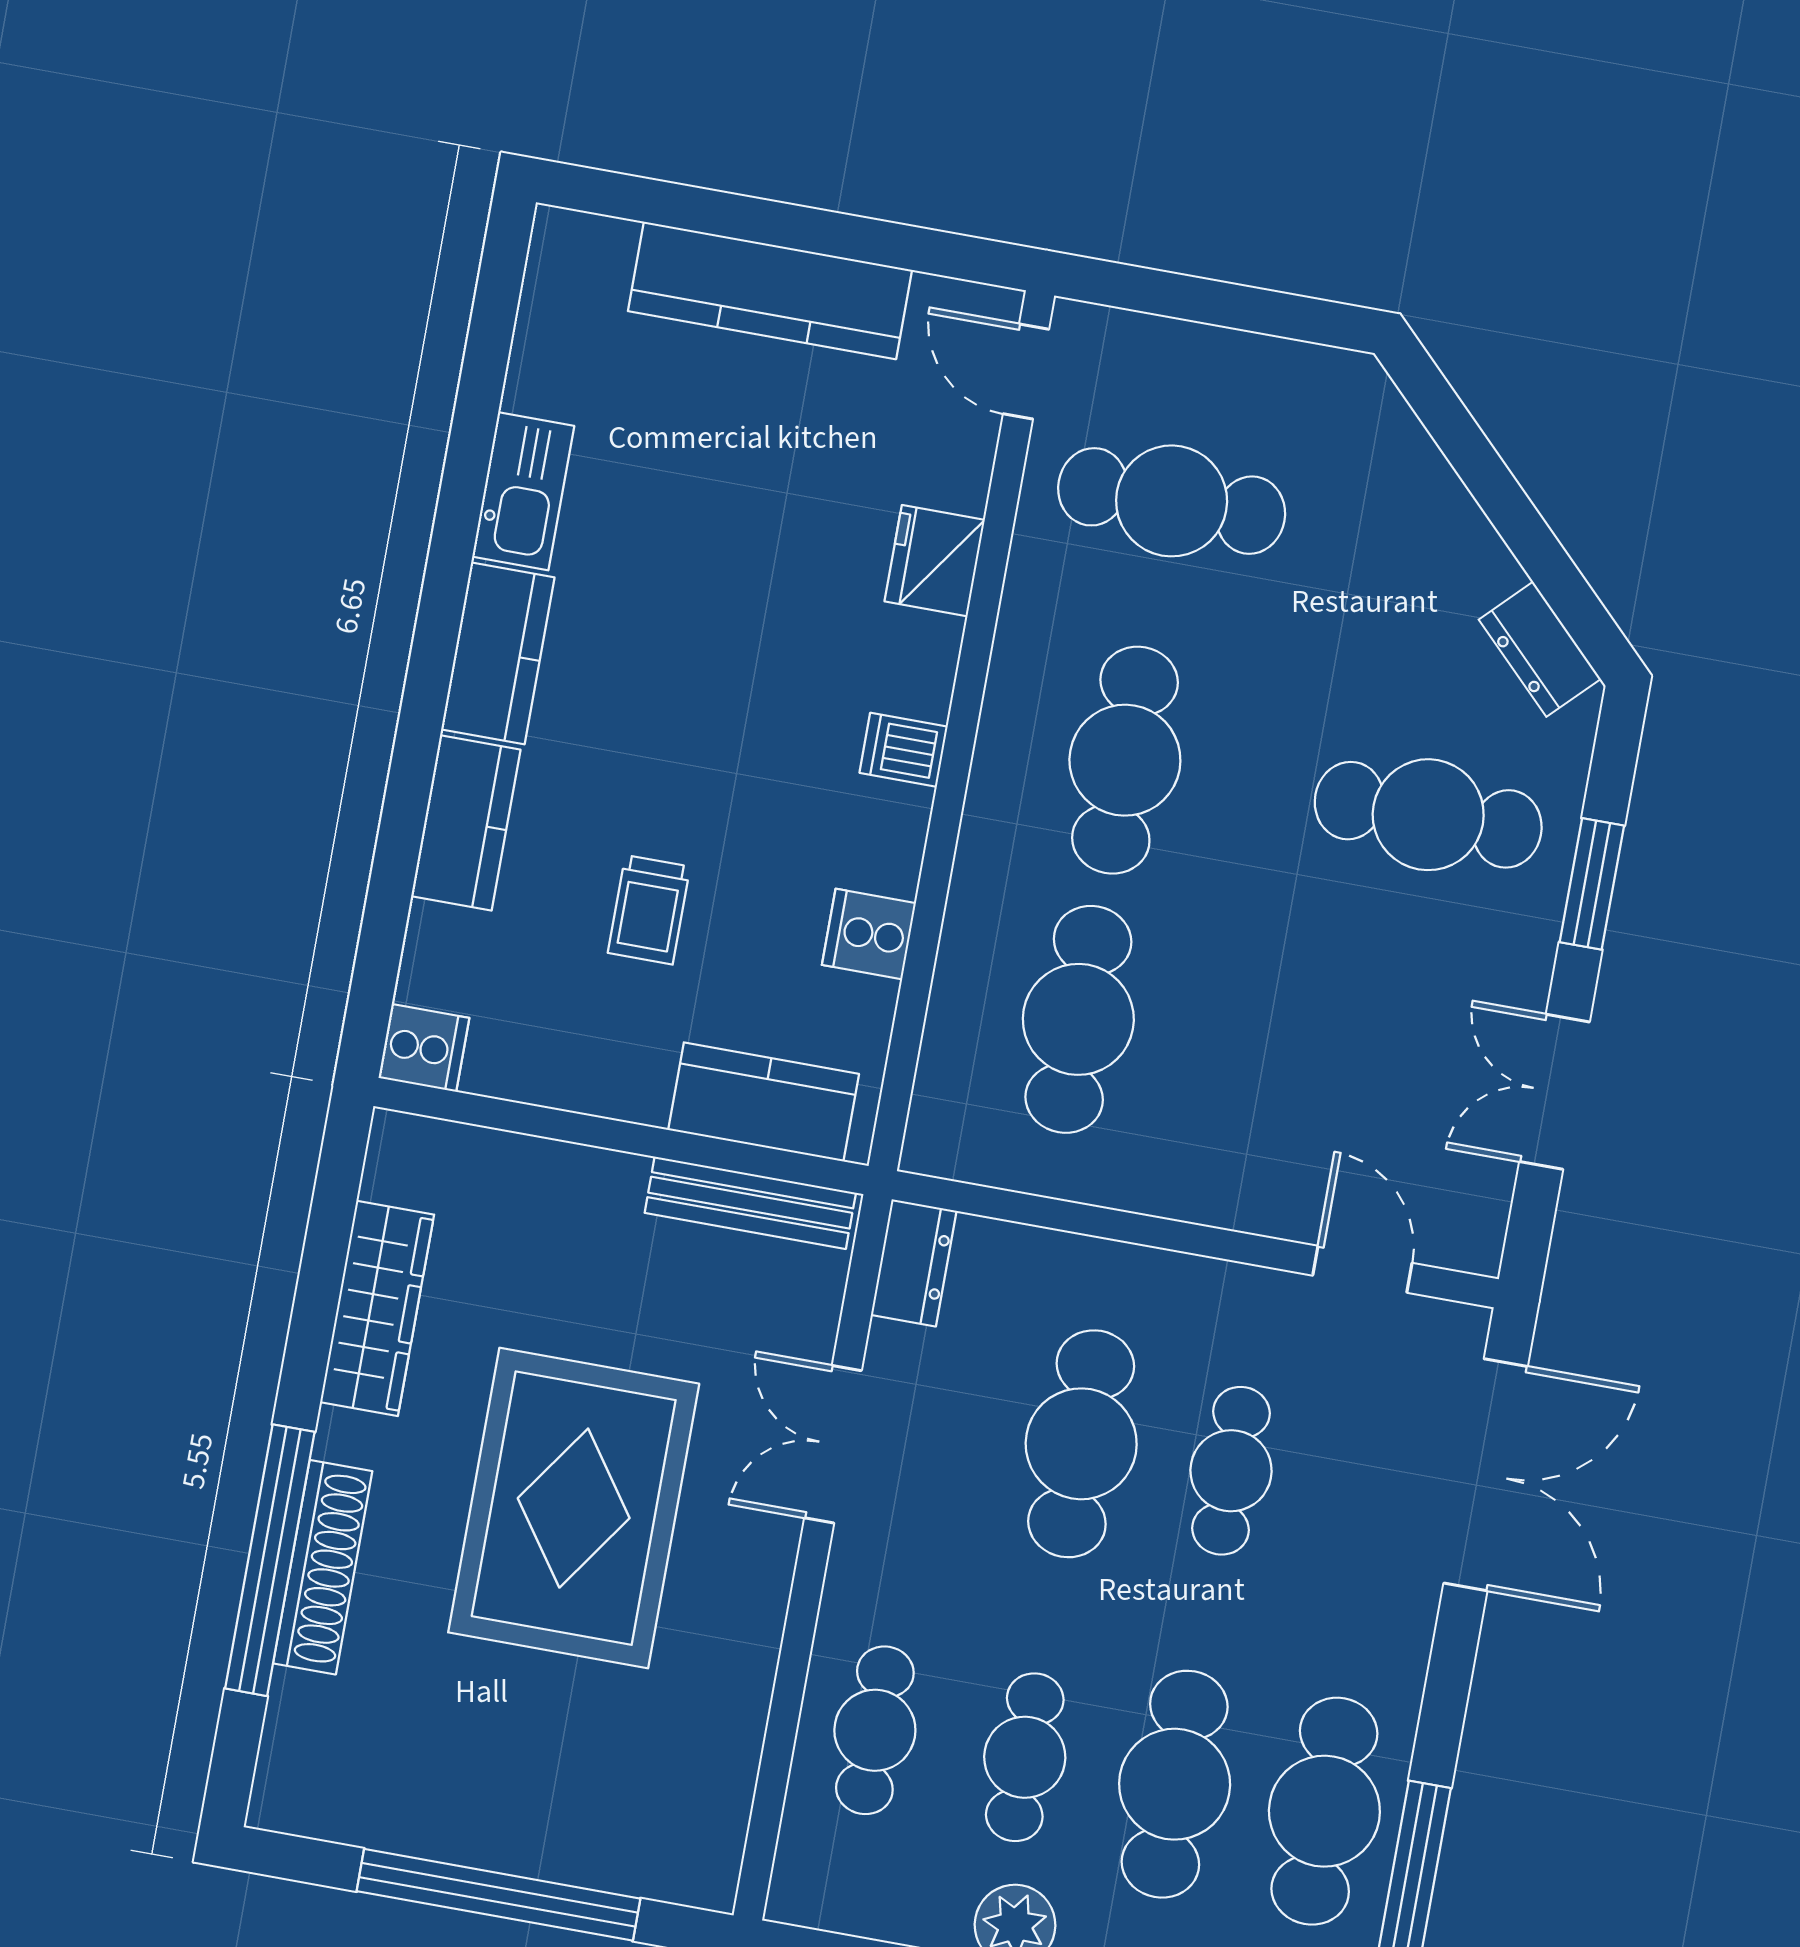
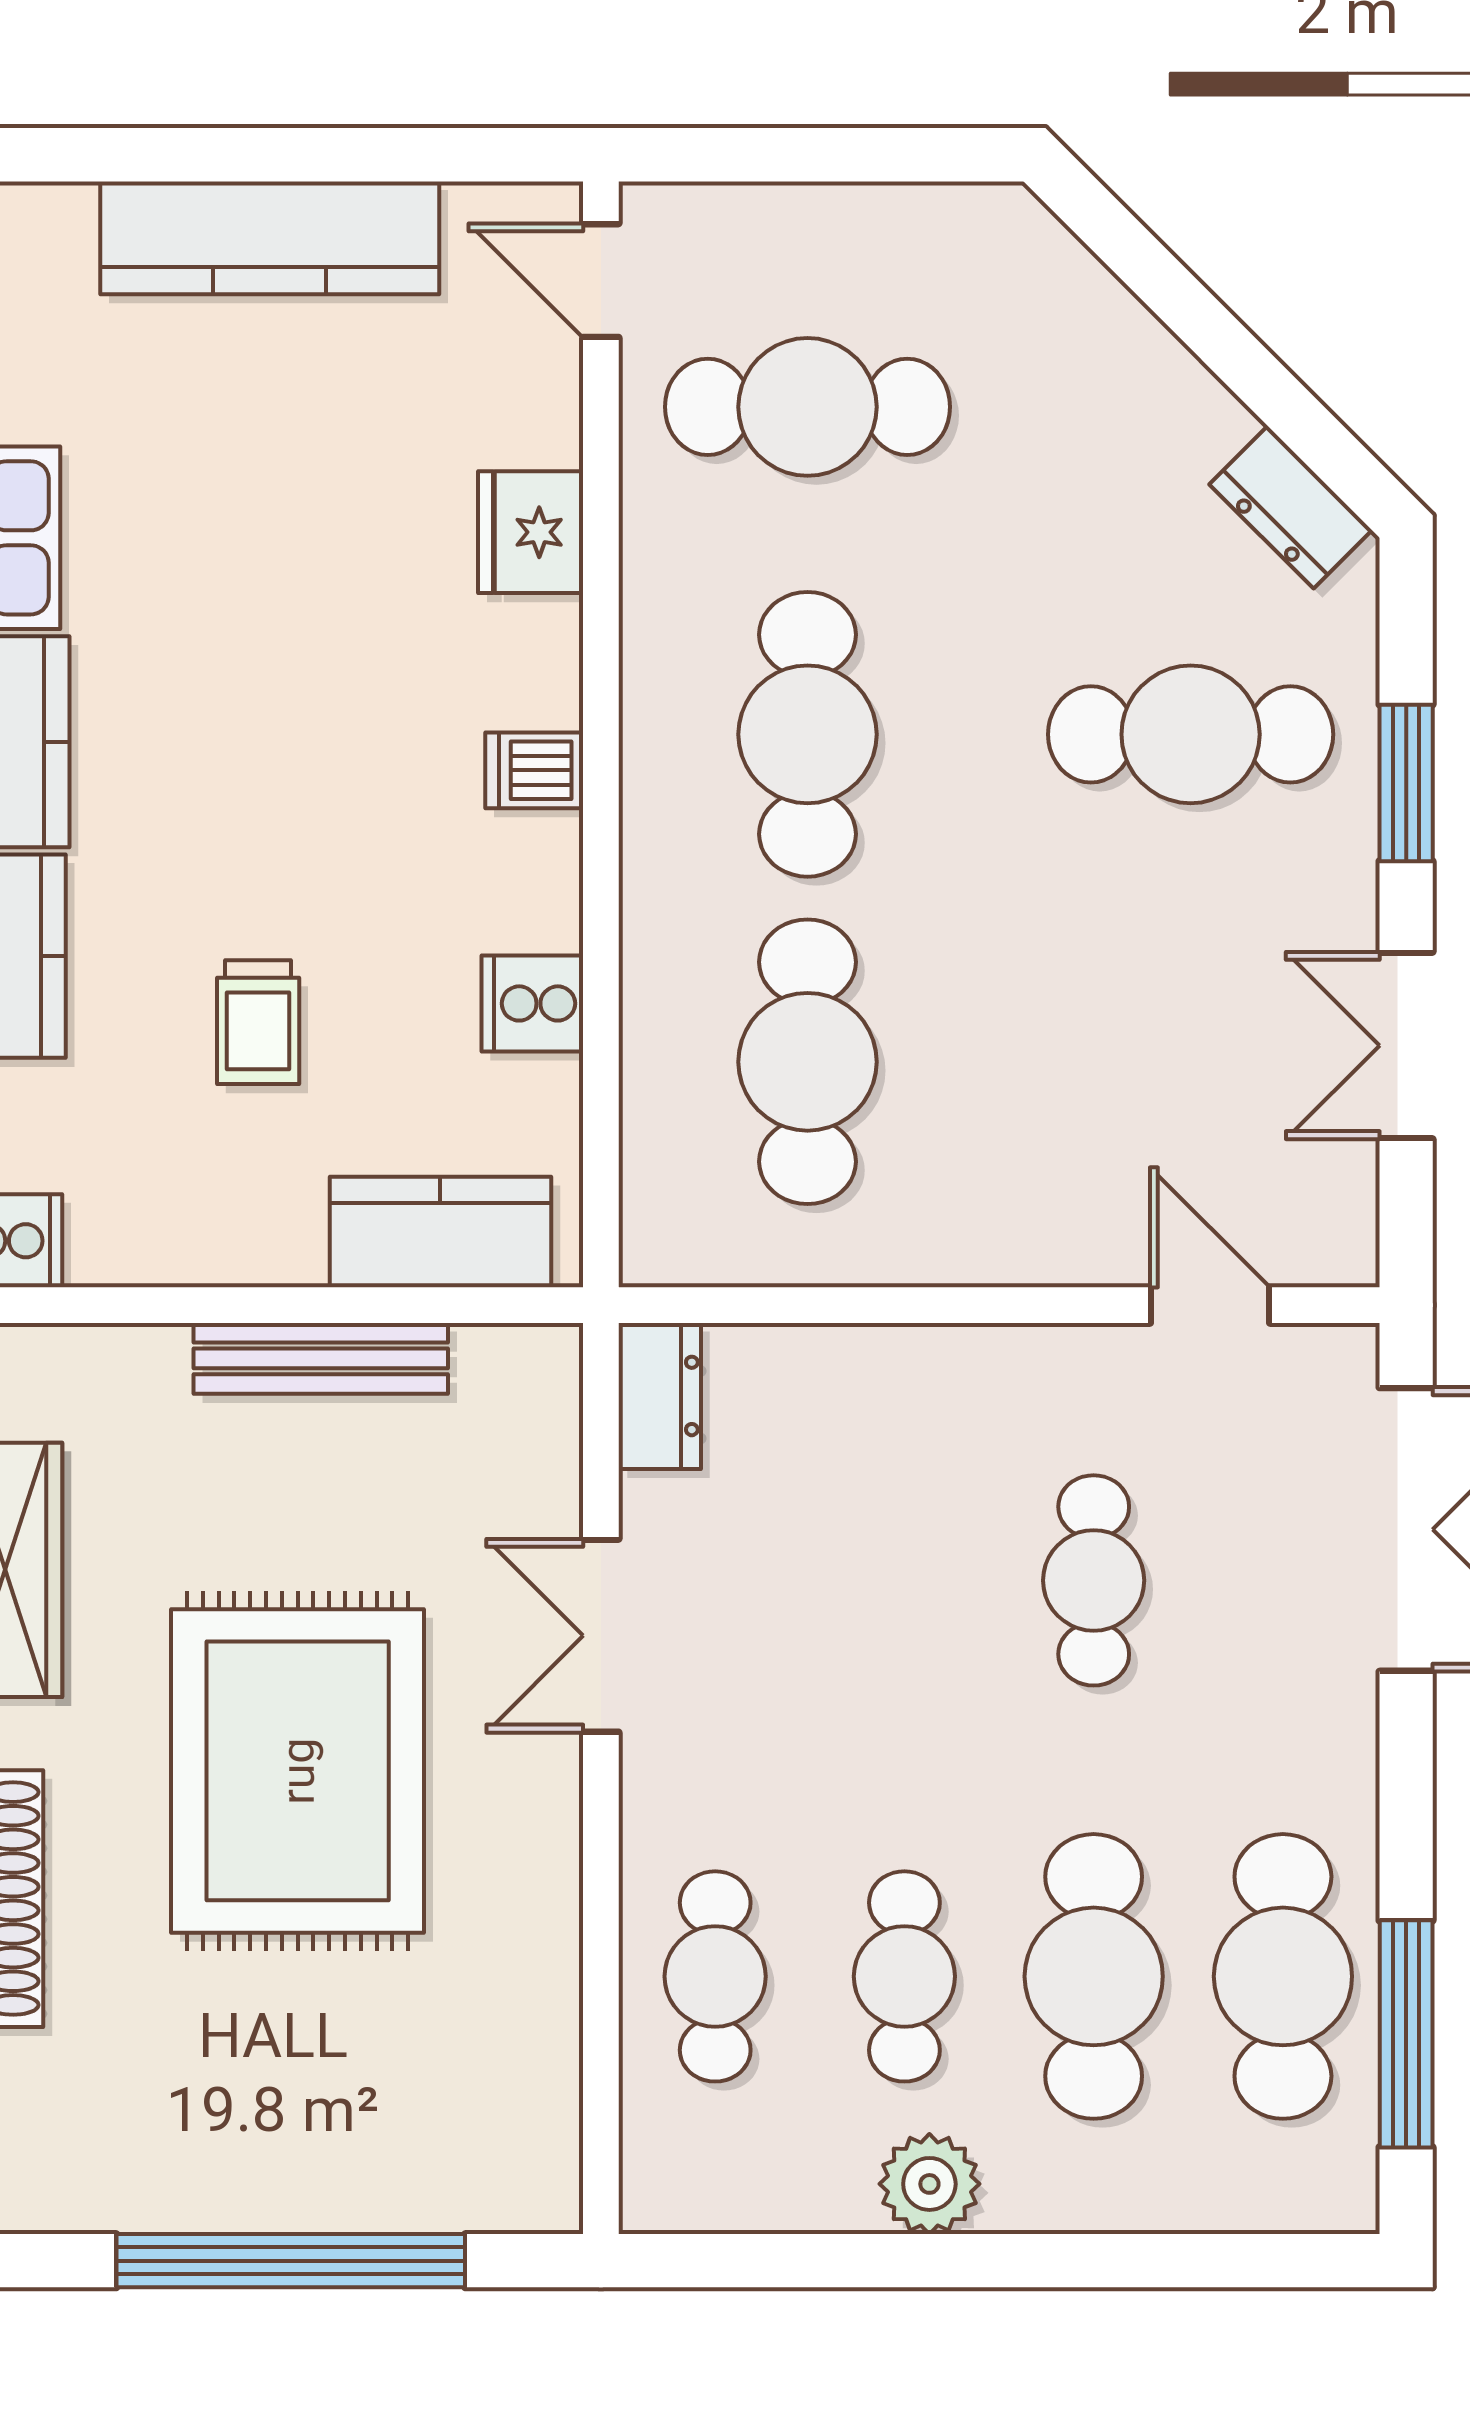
bench: (750, 1203) -> (321, 1358), moved
cafe table: (1081, 1444) -> (904, 1580), removed

